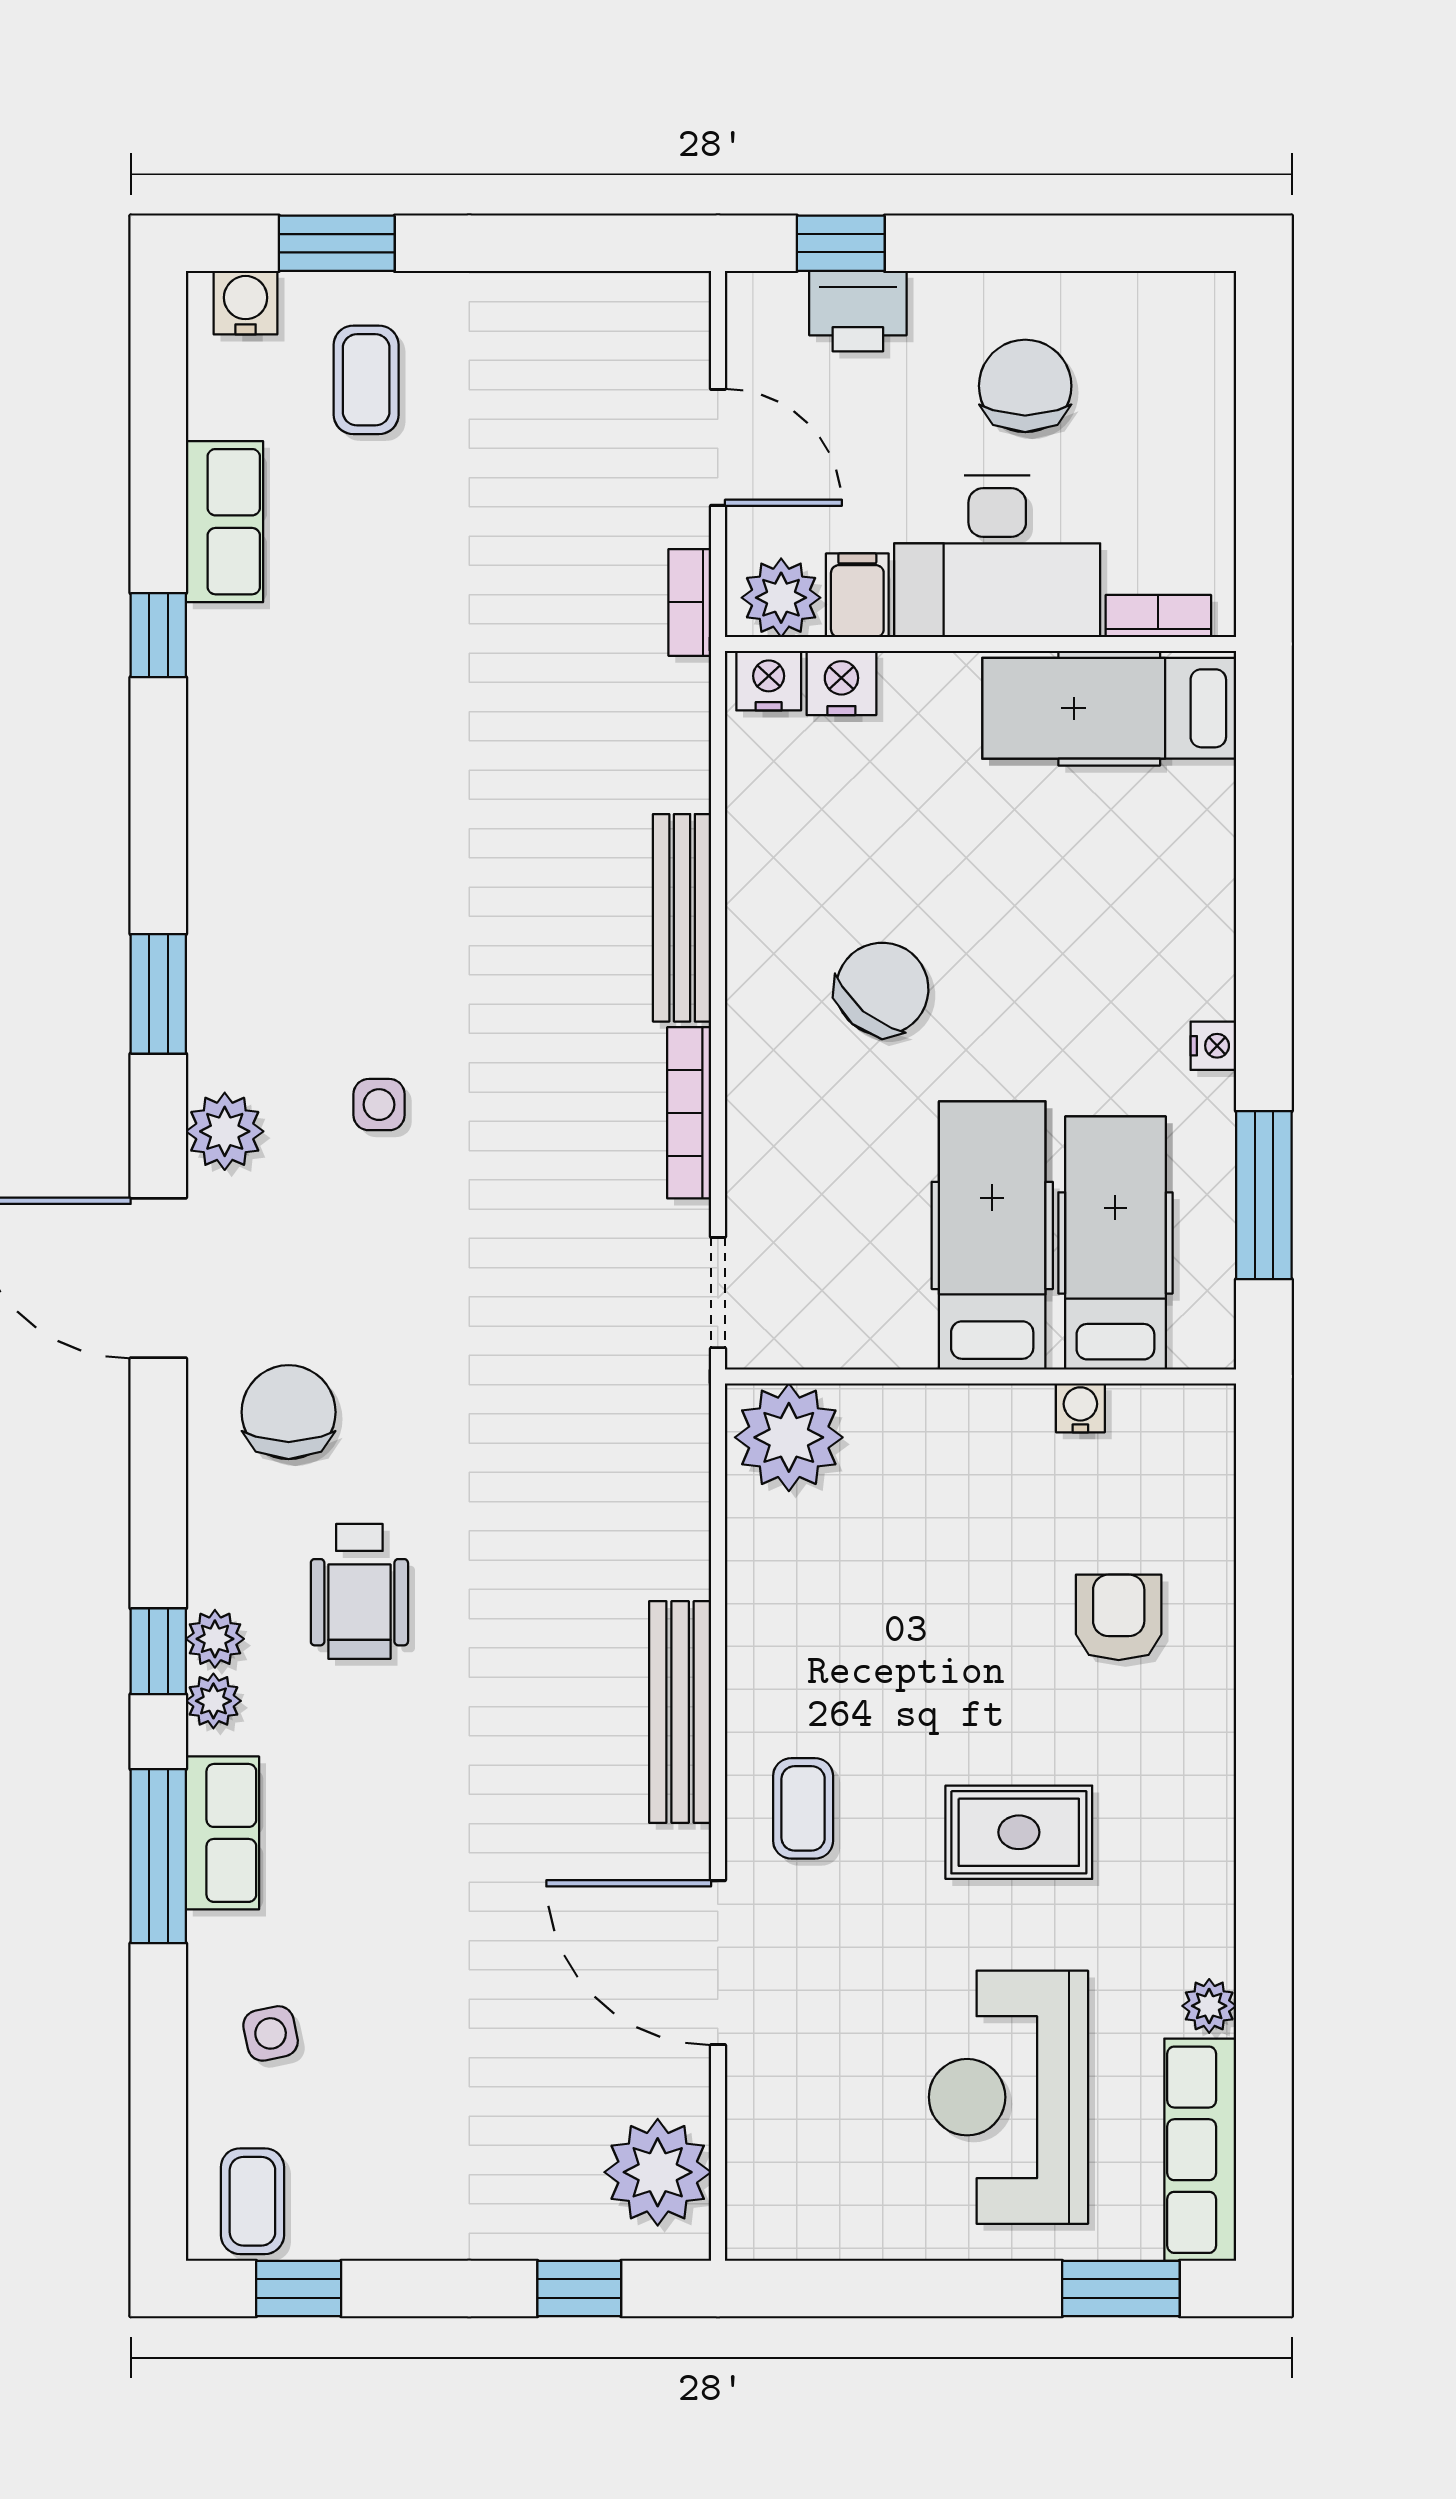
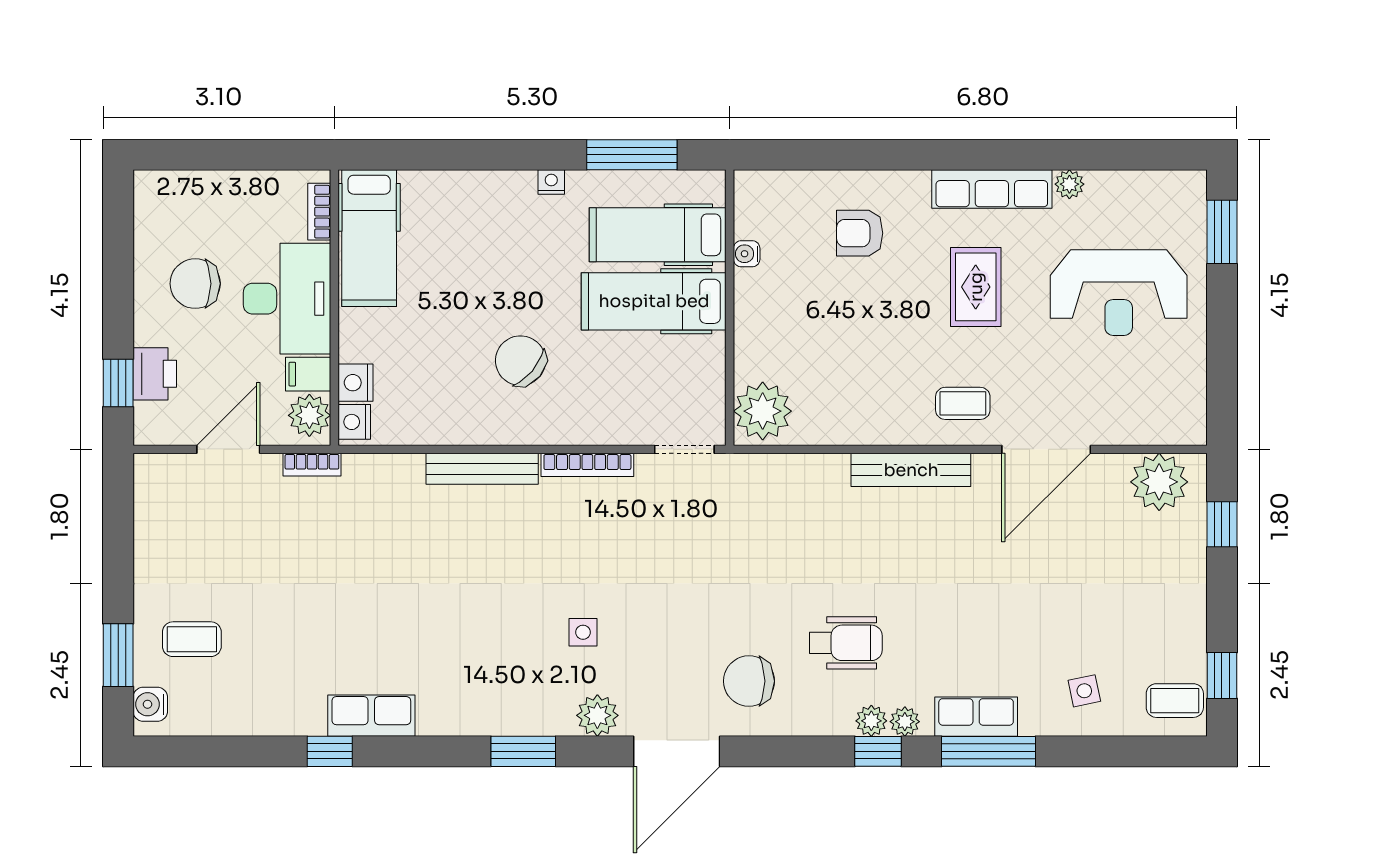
row of seats: (224, 522) -> (371, 716), moved
row of seats: (1200, 2150) -> (992, 189), moved

